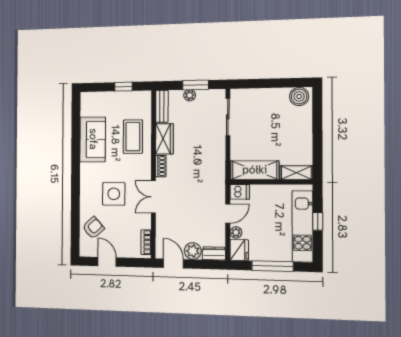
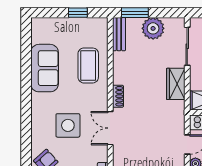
window: (195, 85) -> (135, 13), moved
plant: (190, 95) -> (153, 28), width x1.88, depth x1.88
wardrobe: (164, 139) -> (176, 84), moved, turned 180

